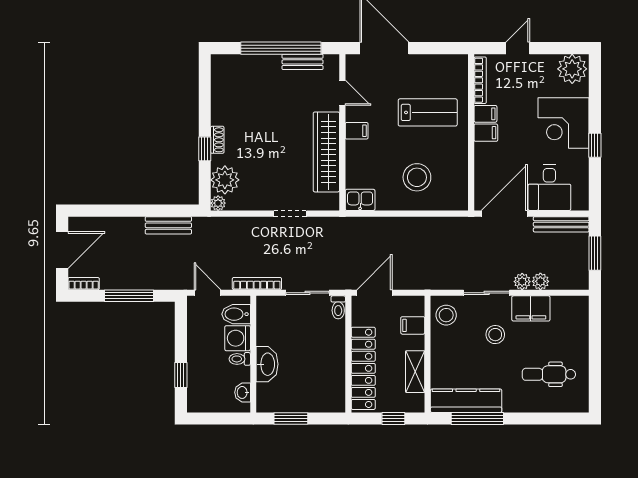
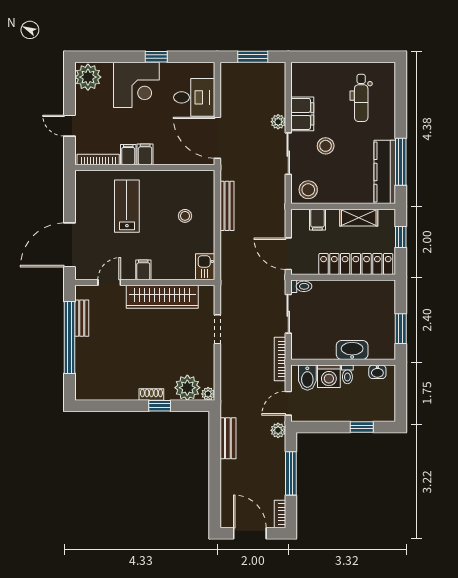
stool: (417, 177) -> (185, 216), width x0.53, depth x0.53
bench: (561, 224) -> (227, 206), moved
plant: (540, 281) -> (278, 430), moved

